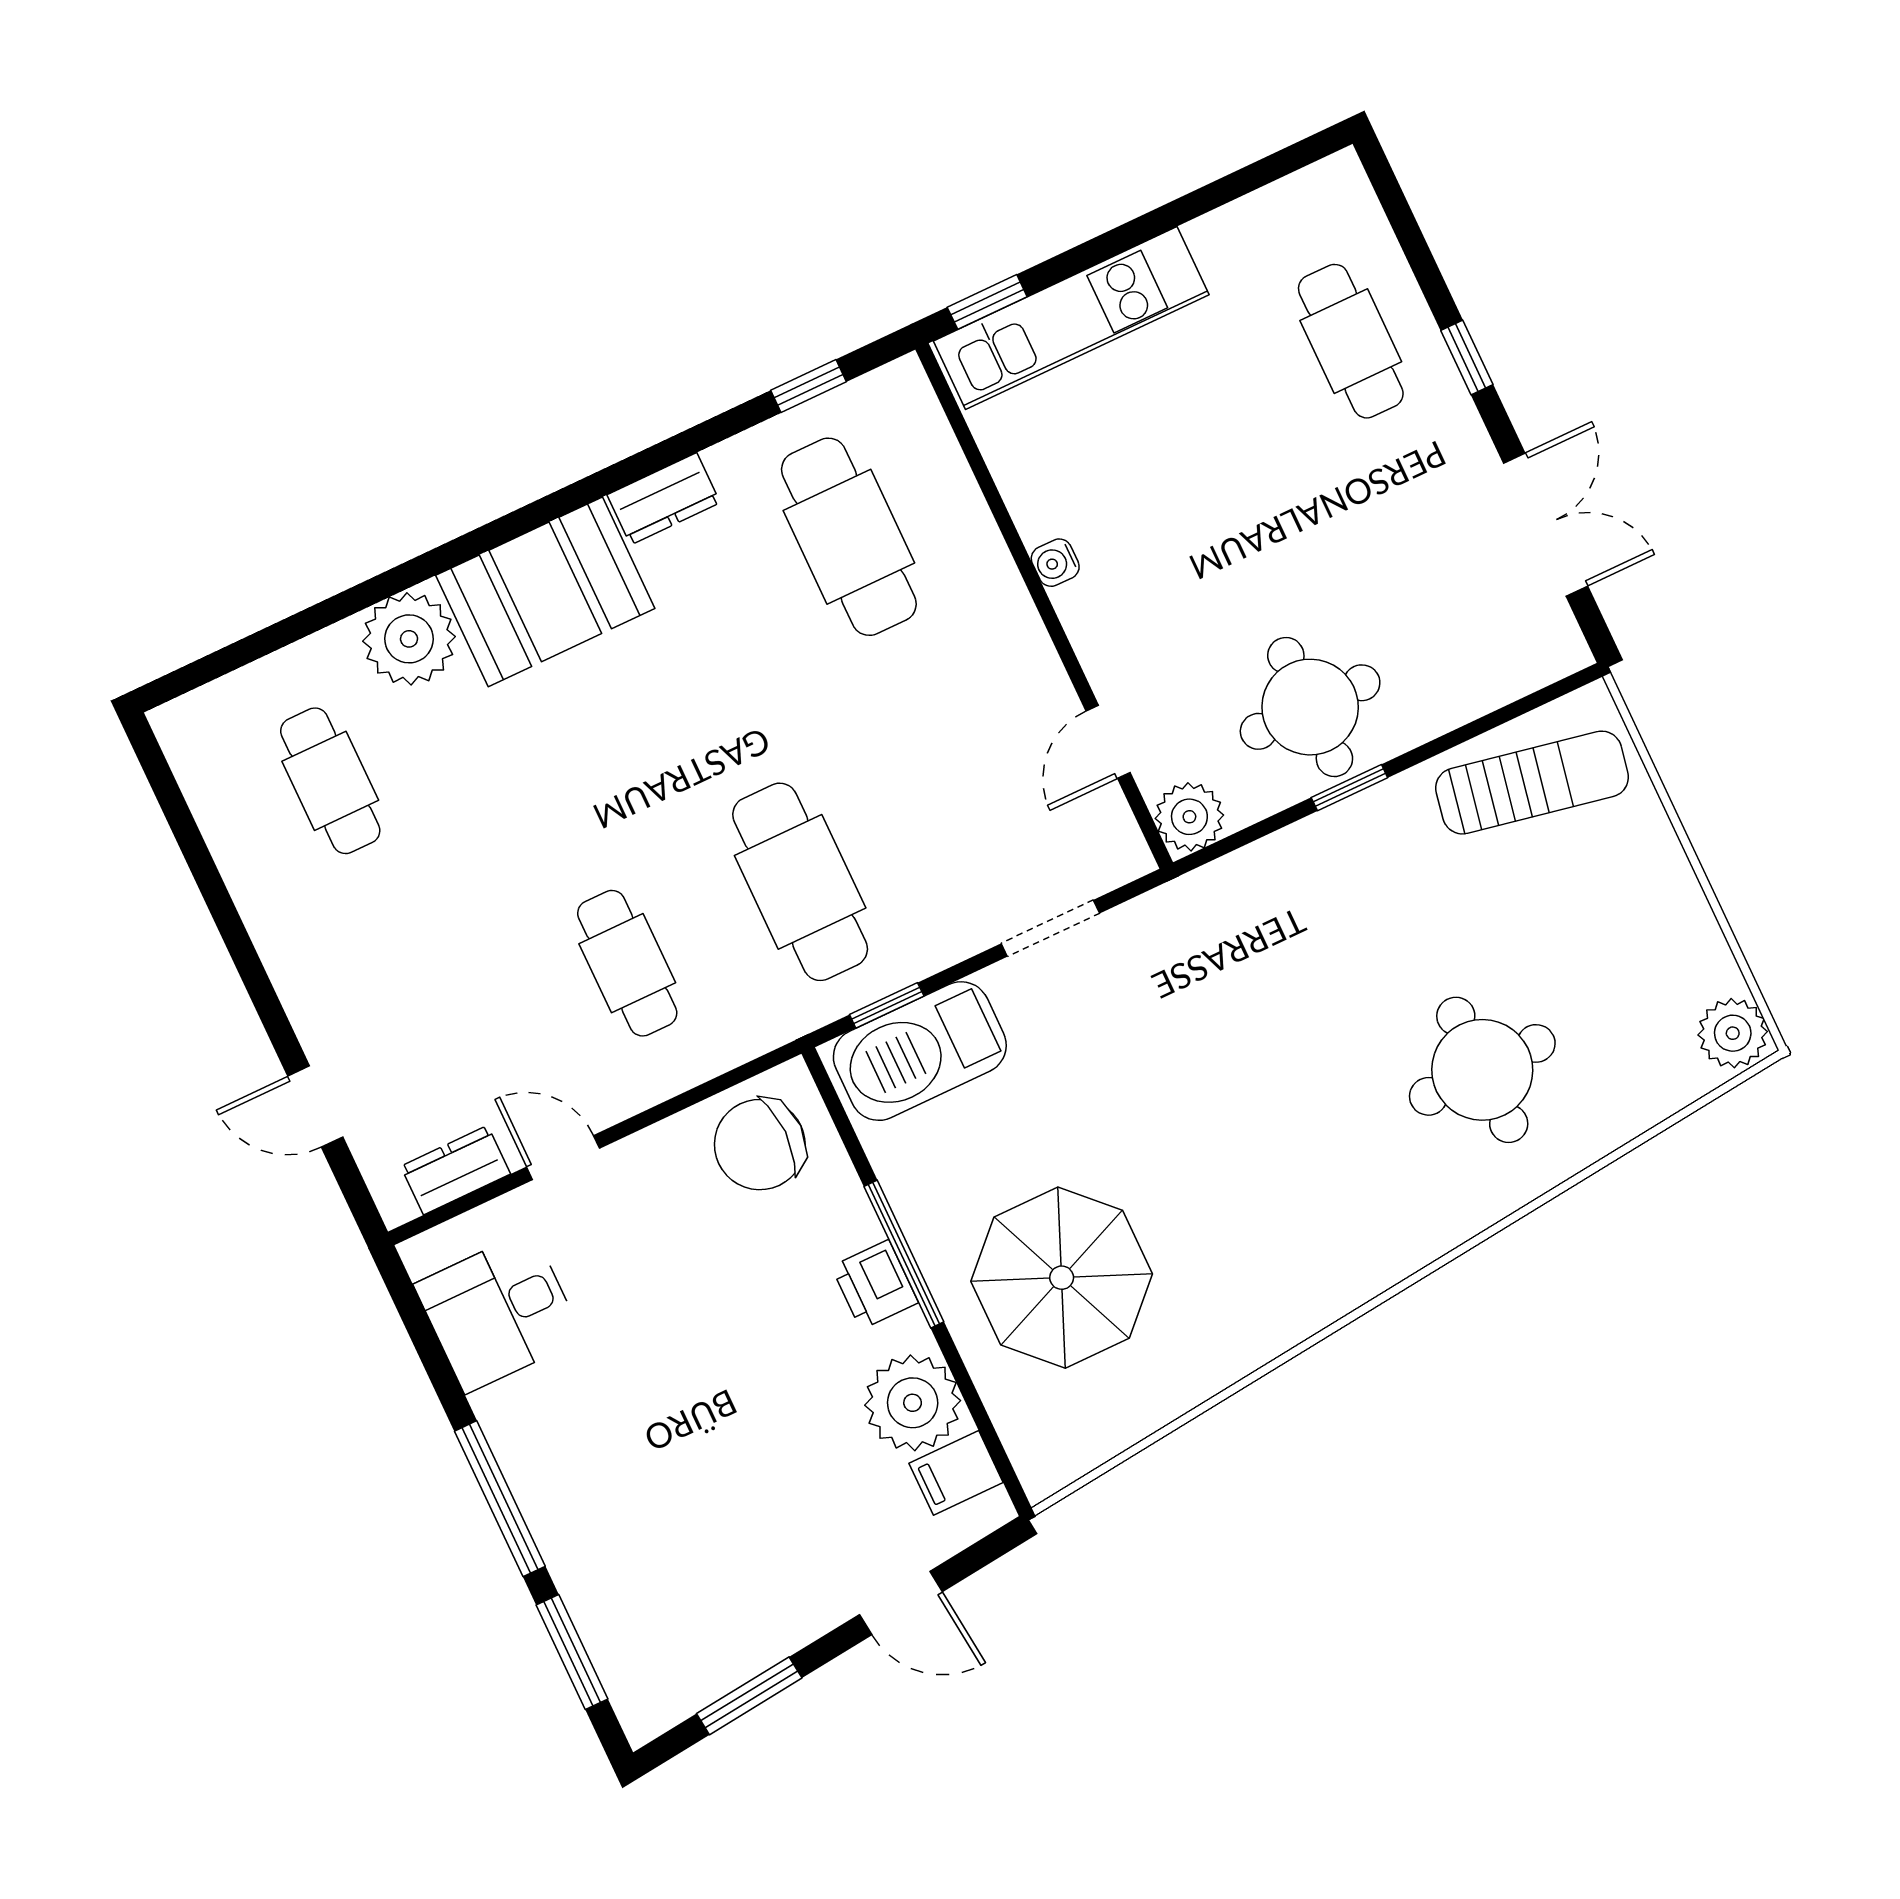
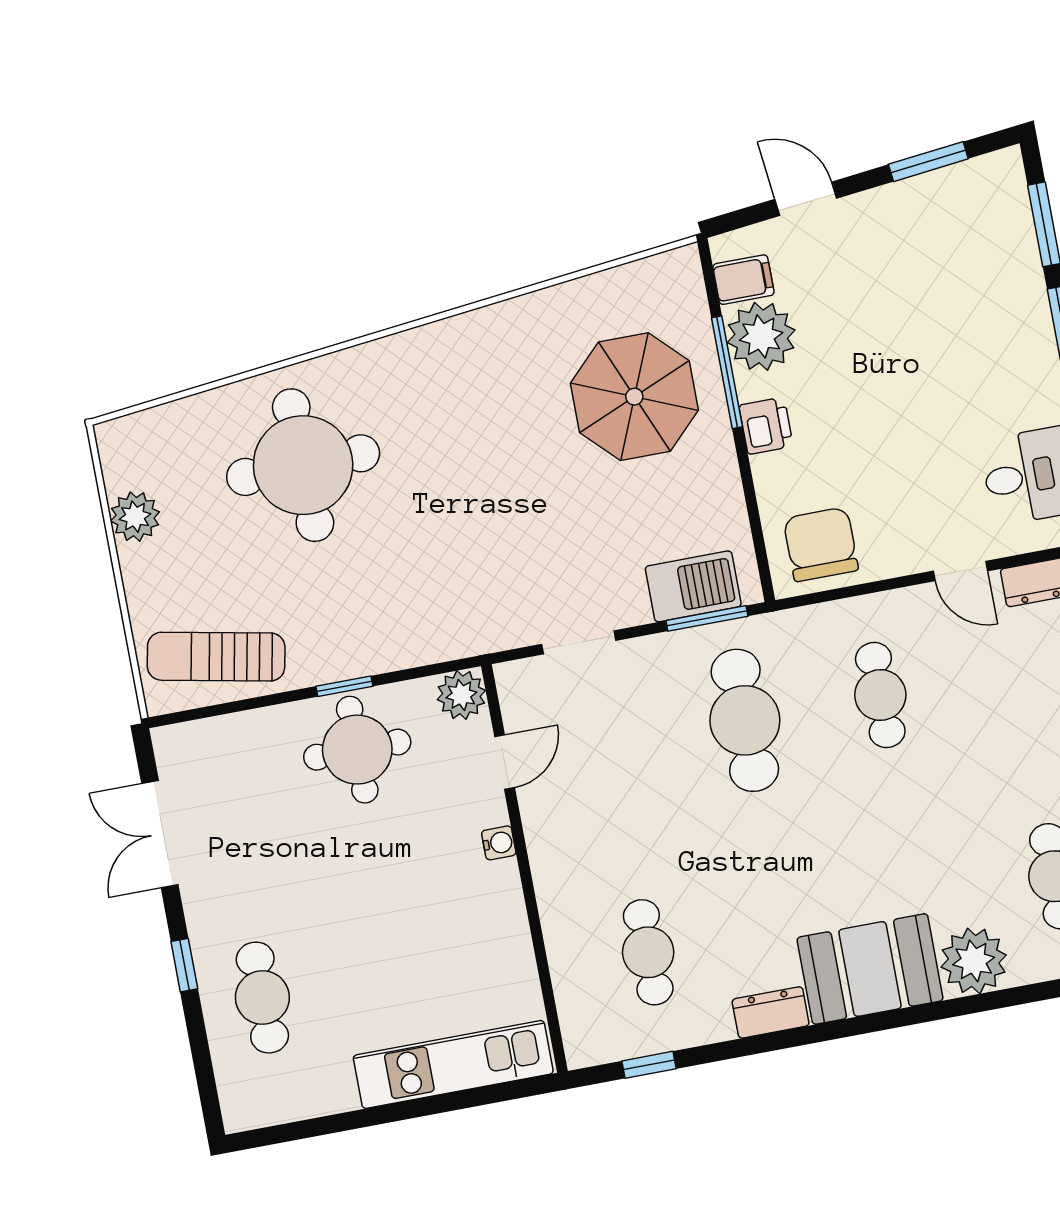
window: (987, 302) -> (509, 1091), removed
cafe table: (849, 537) -> (648, 952), width x0.73, depth x0.74
water cooler: (1055, 563) -> (499, 843), moved
window: (887, 1005) -> (707, 618), width x1.50
plant: (1733, 1033) -> (135, 517), moved
barbecue: (920, 1051) -> (693, 586), width x0.73, depth x0.83
round table: (1482, 1070) -> (303, 465), width x1.36, depth x1.36
chair: (760, 1145) -> (821, 544), turned -90
window: (904, 1254) -> (727, 372), moved

